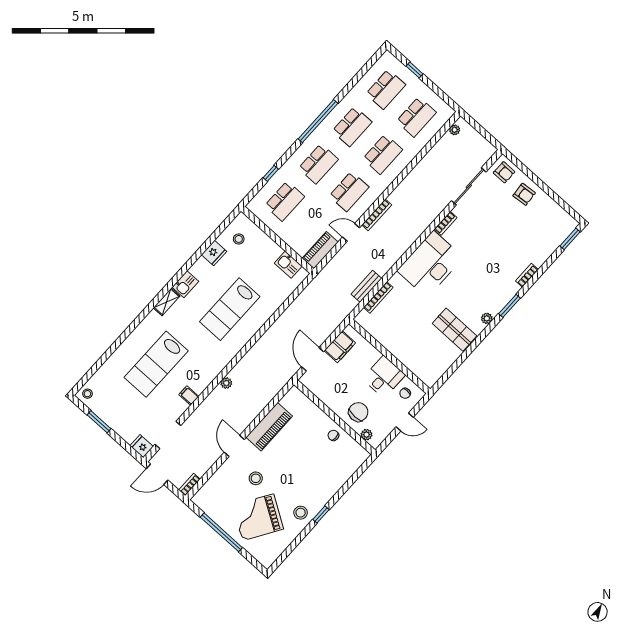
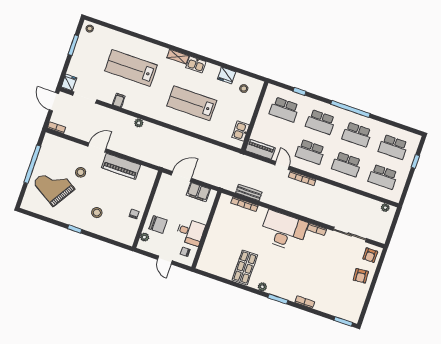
stool: (301, 513) -> (97, 213), moved

